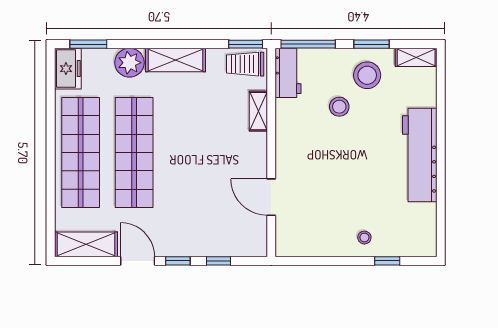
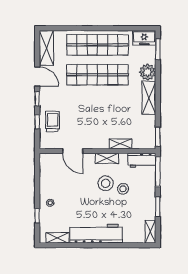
trolley: (245, 64) -> (52, 121), moved
stool: (367, 75) -> (106, 183), moved
shelving: (285, 136) -> (107, 158), added
door: (271, 197) -> (73, 151), swing flipped
shelving: (428, 224) -> (58, 238), added
door: (138, 261) -> (37, 77), hinge flipped

